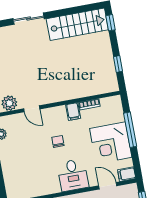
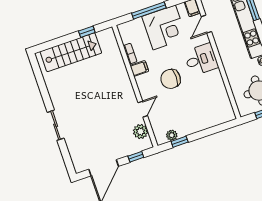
window: (110, 23) -> (48, 45), removed
stairs: (77, 24) -> (71, 52), moved, turned 90
chair: (58, 141) -> (171, 79), width x1.87, depth x1.87

